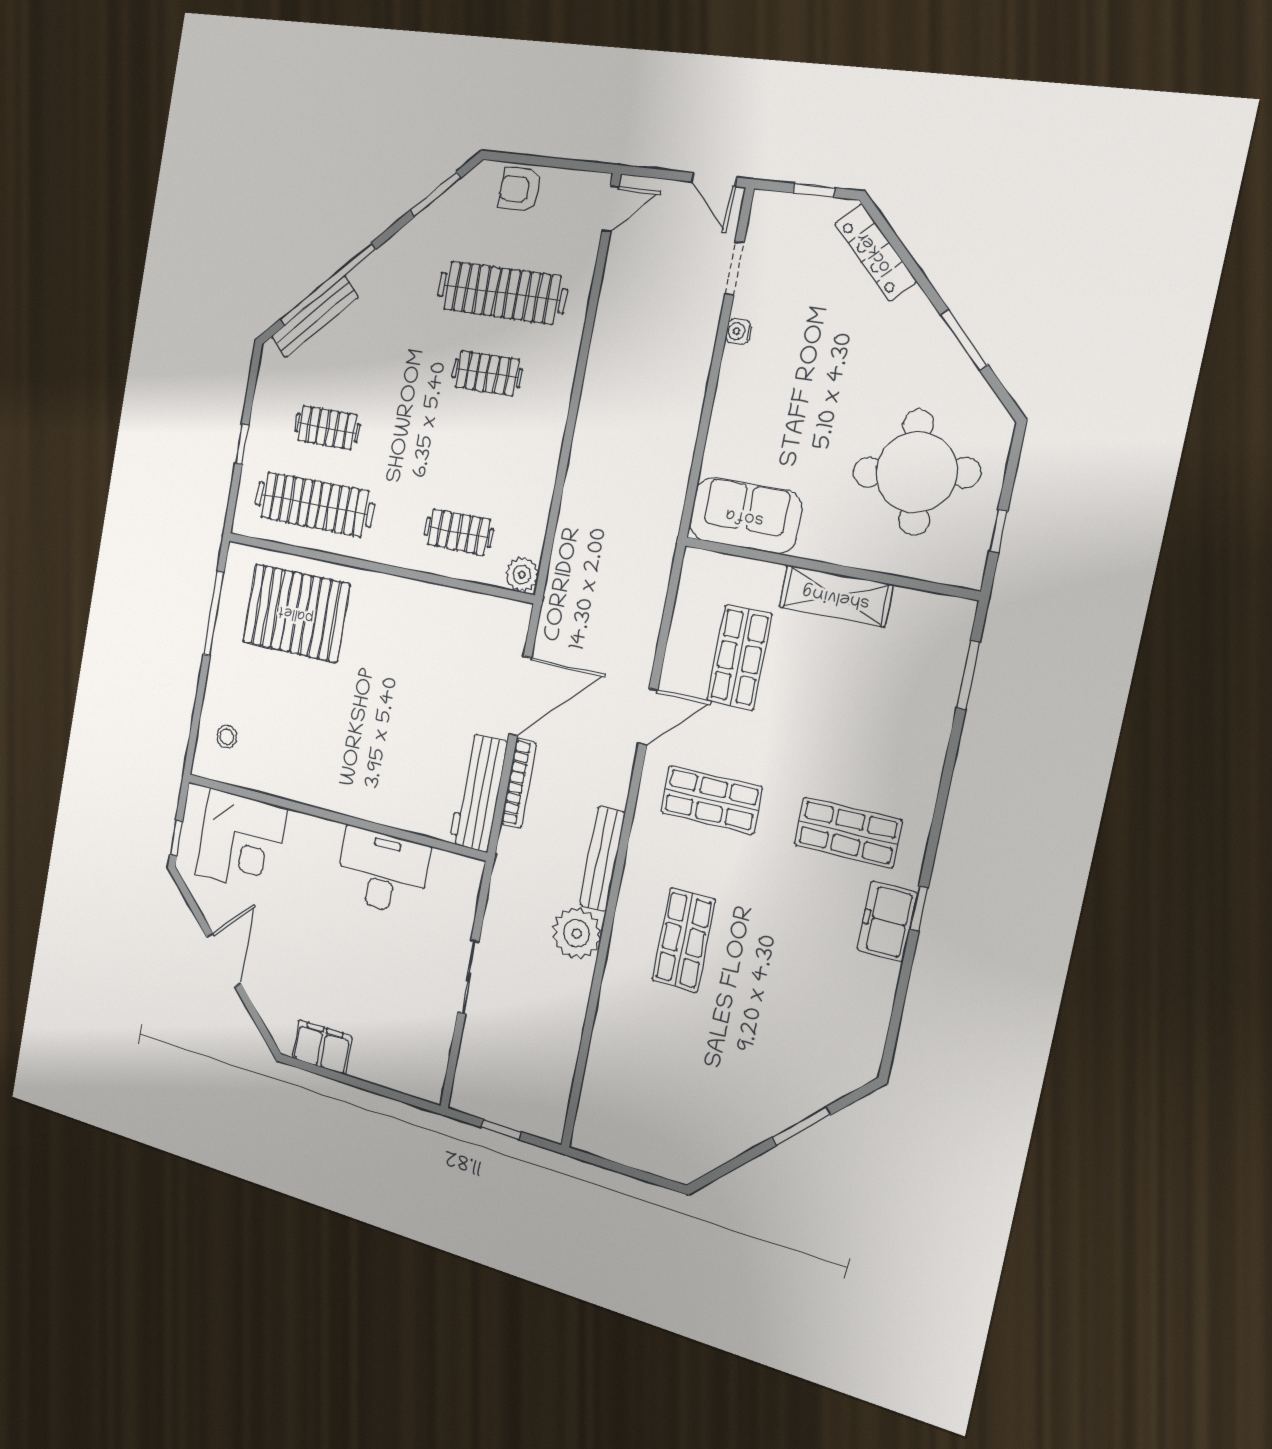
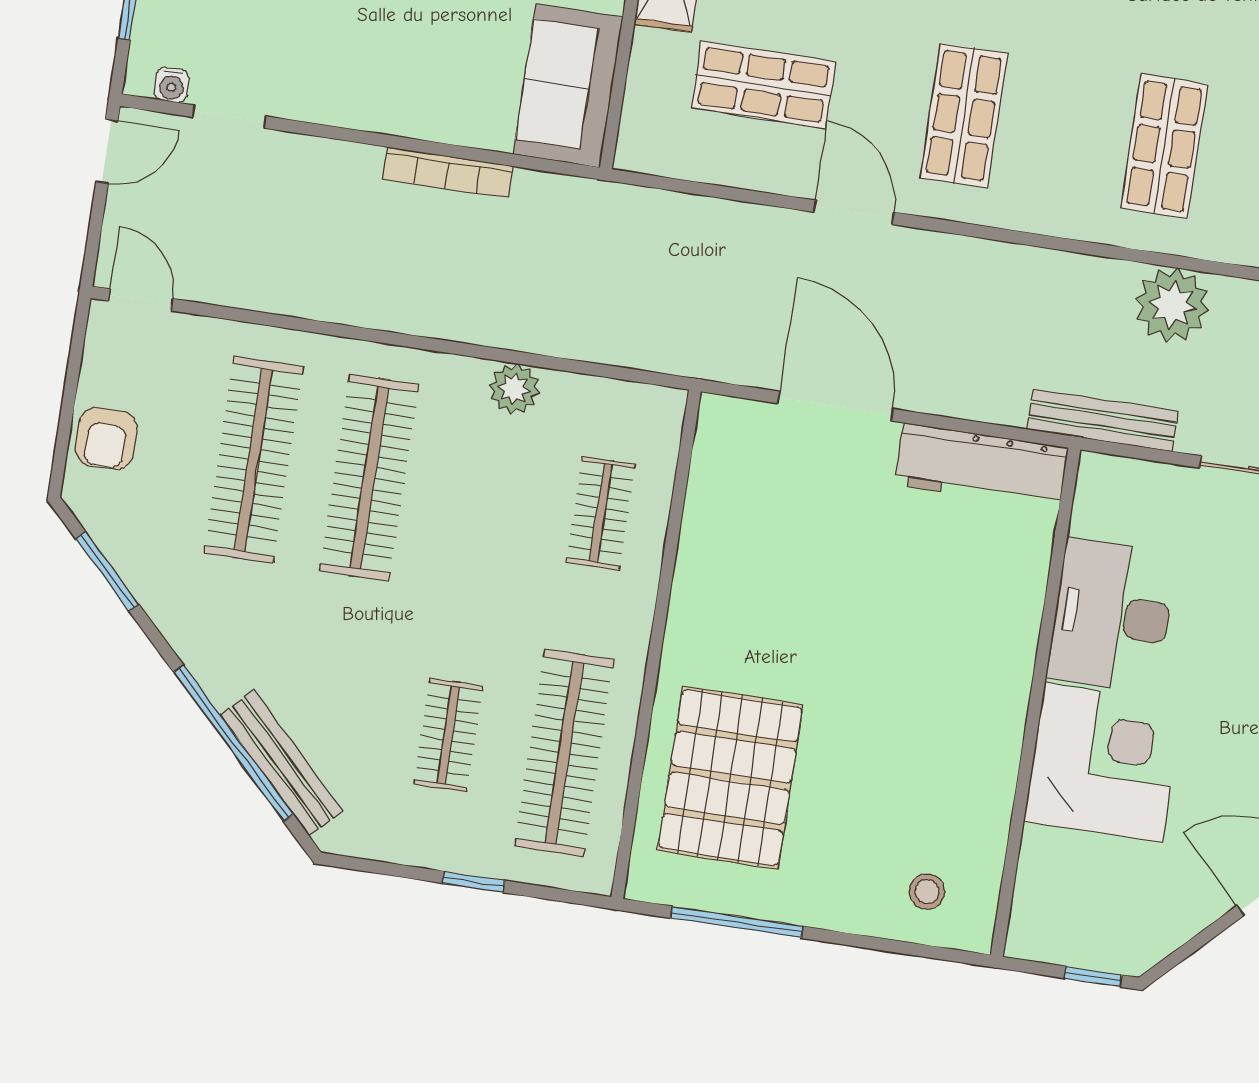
water cooler: (738, 331) -> (172, 85), moved
clothes rail: (487, 373) -> (369, 478), width x1.86, depth x1.31
plant: (522, 575) -> (514, 389), moved
bookcase: (519, 783) -> (447, 172), moved, turned 180
corner desk: (241, 842) -> (1104, 762), moved
bench: (602, 859) -> (1103, 420), moved
shop shelf: (684, 940) -> (1164, 146), turned 90

